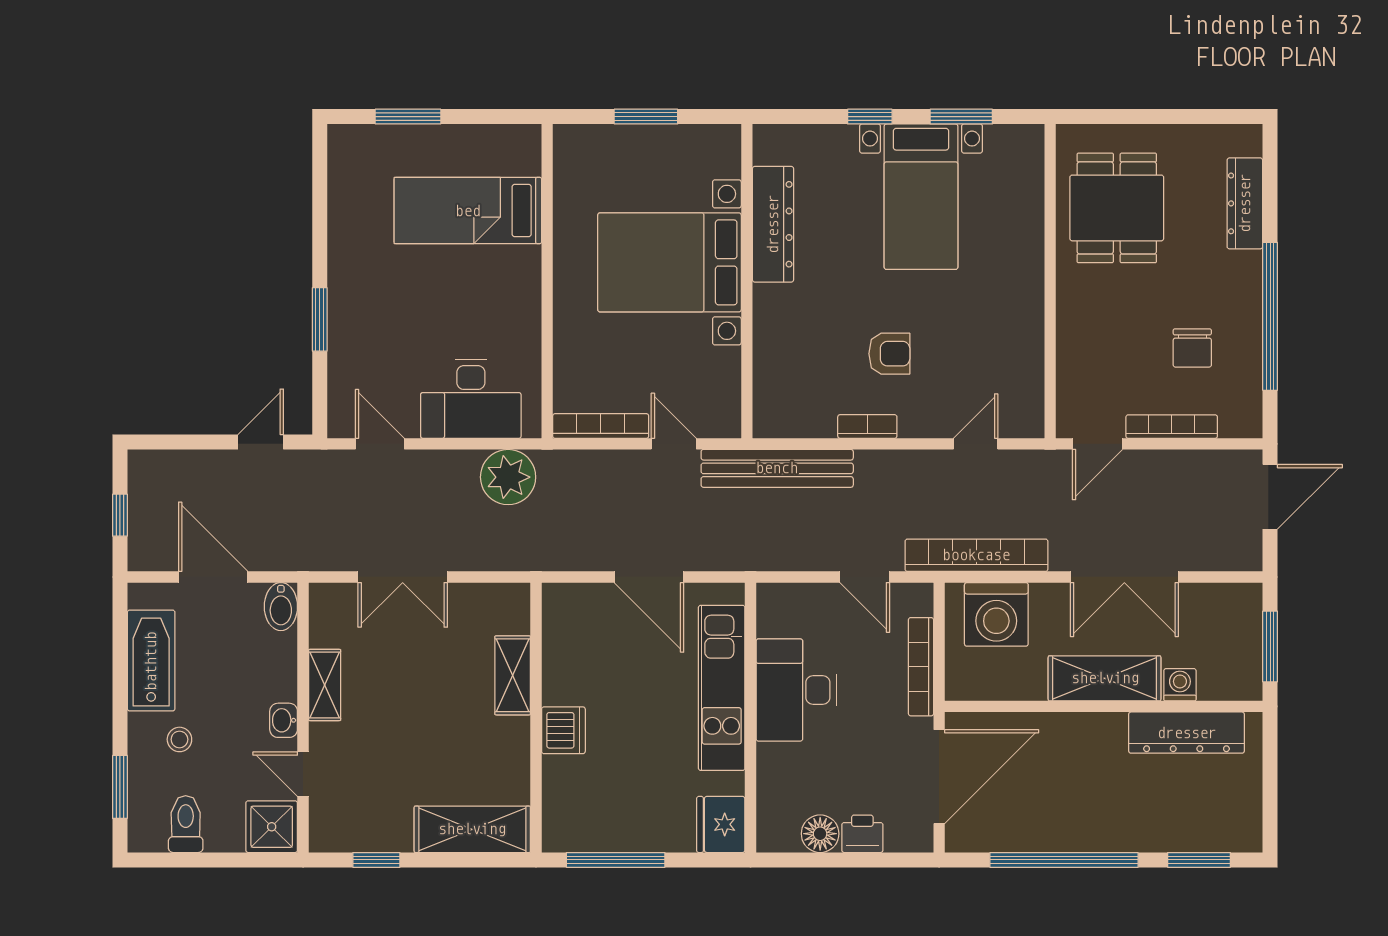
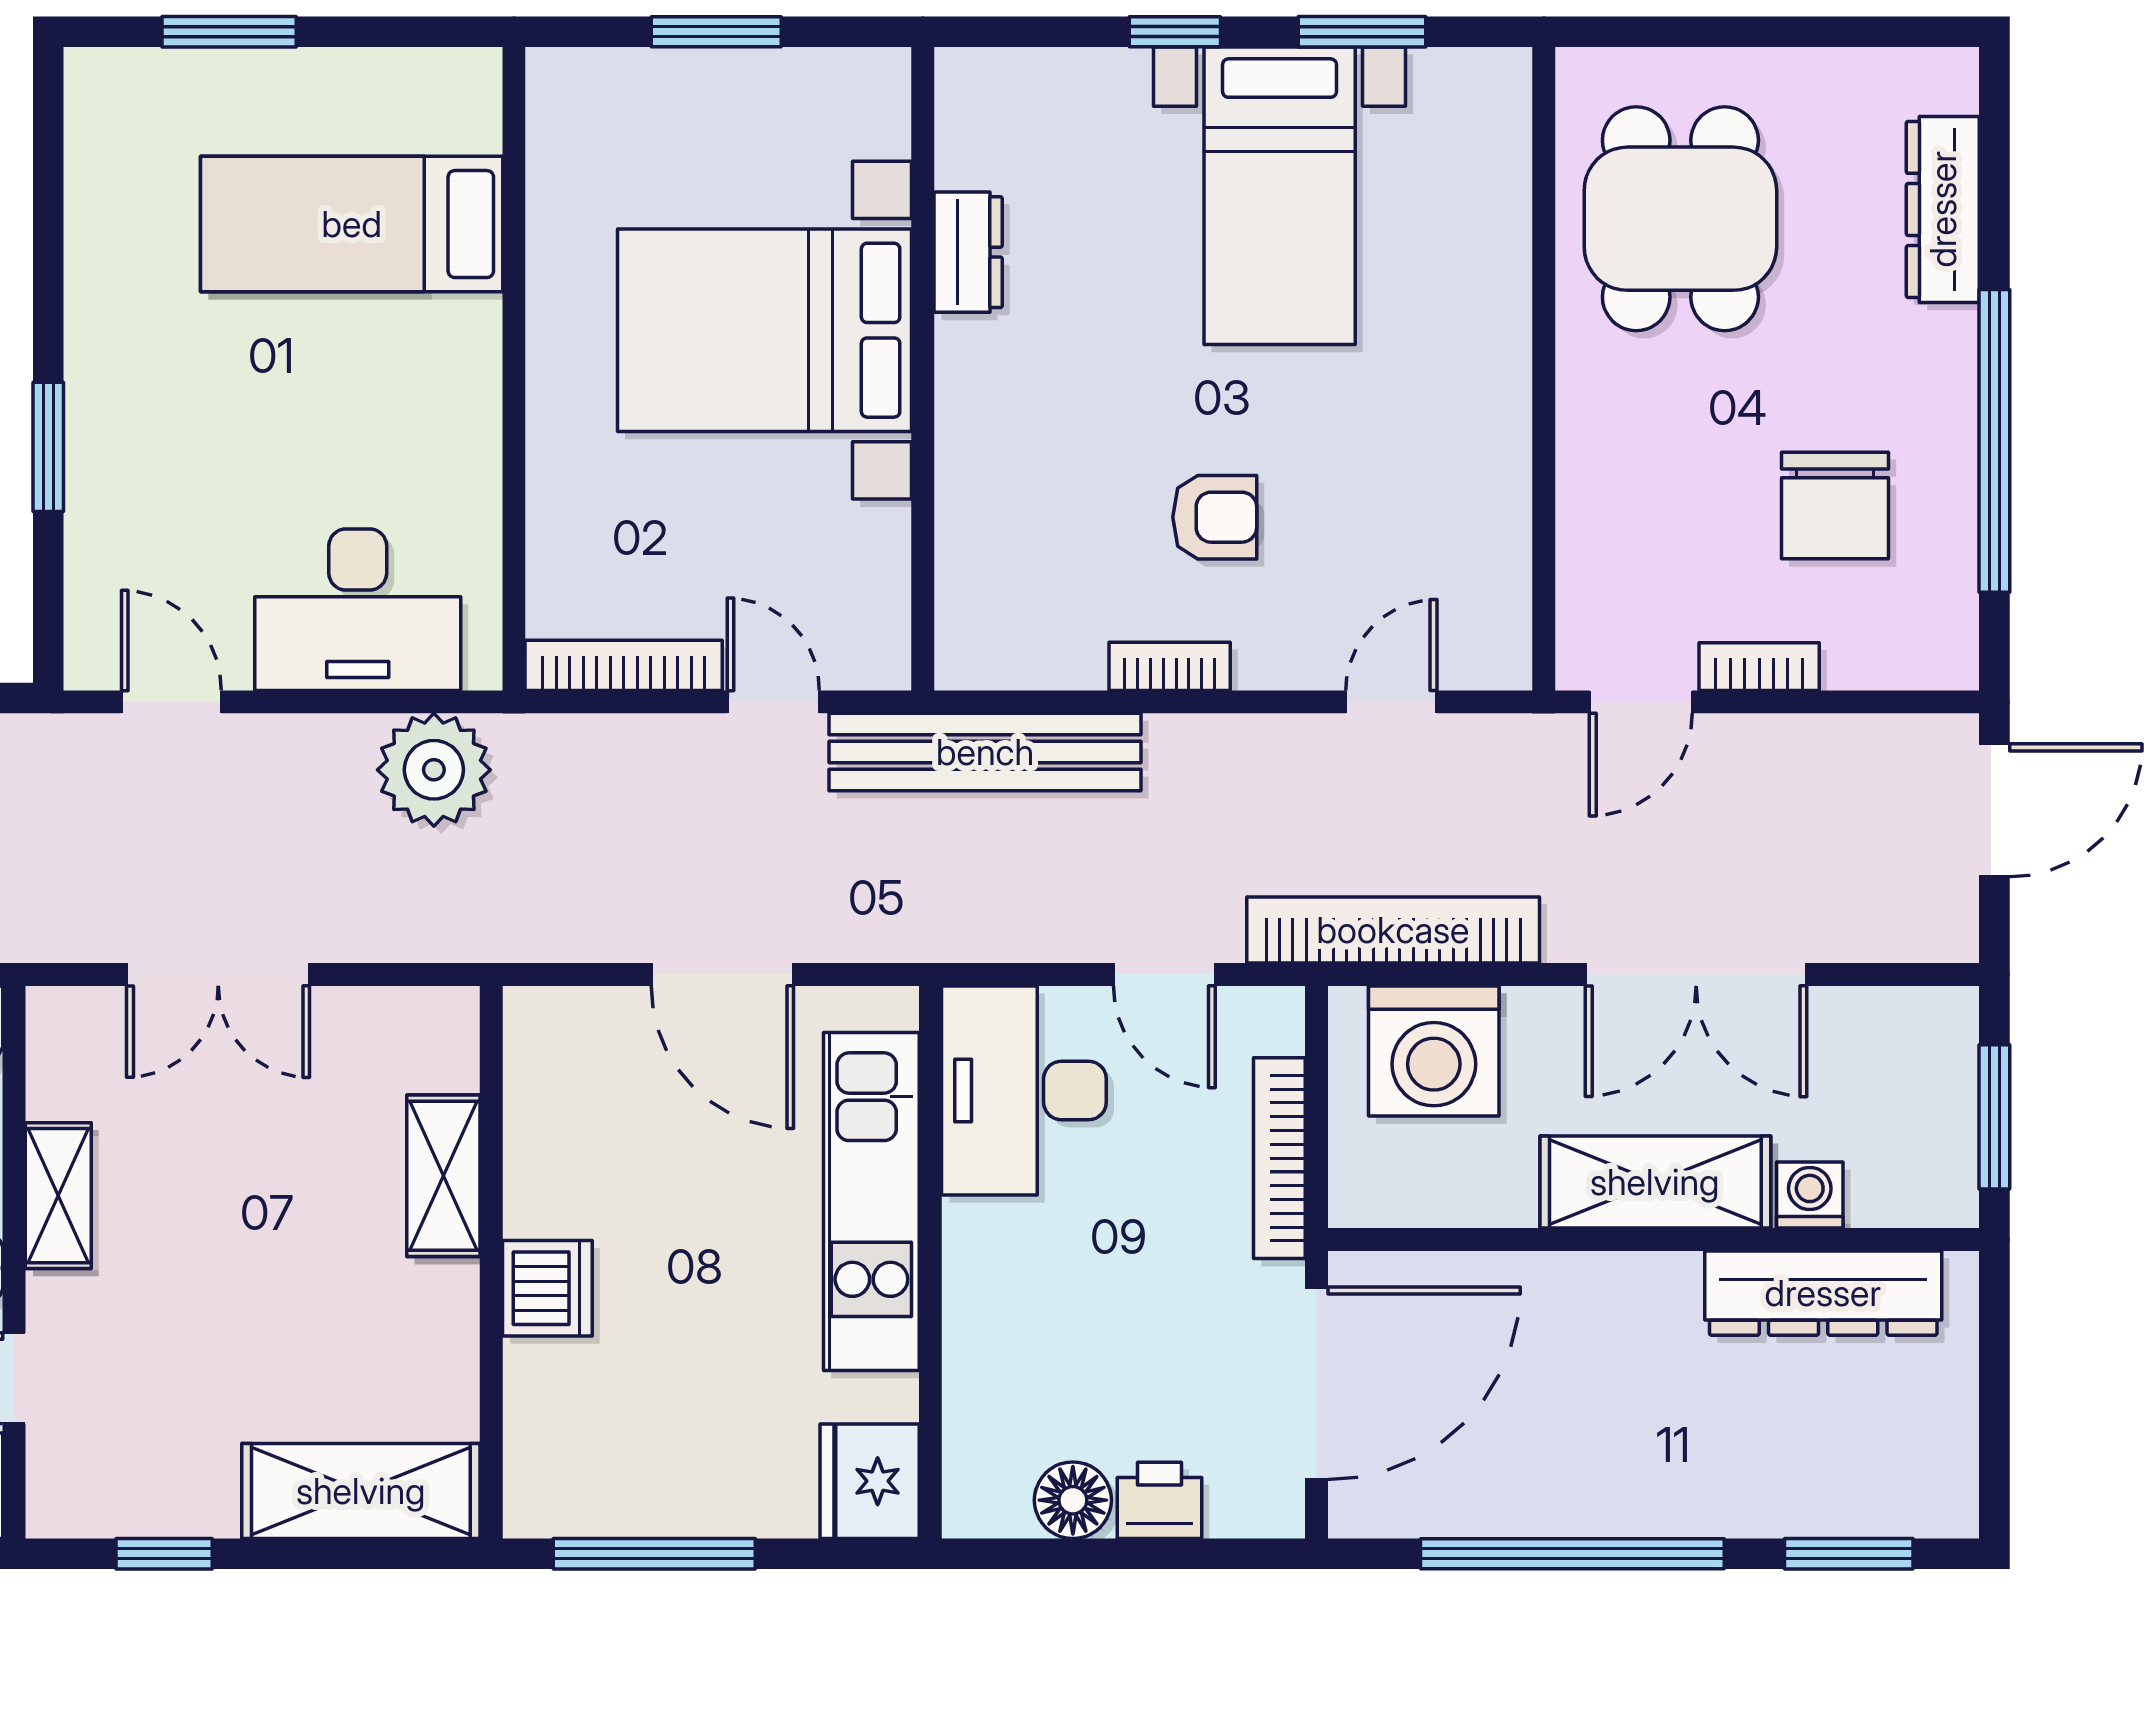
dresser: (773, 224) -> (968, 252), width x0.51, depth x0.80
chair: (1192, 348) -> (1835, 505), width x1.37, depth x1.37
bookcase: (1172, 427) -> (1759, 667), width x0.64
desk: (796, 690) -> (1024, 1090), moved

